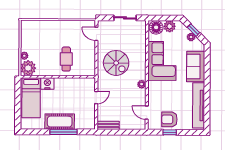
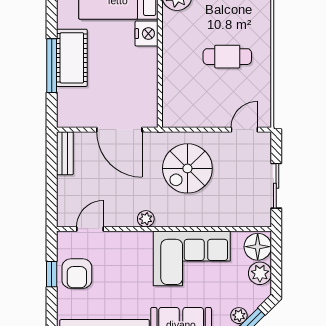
cafe table: (66, 59) -> (227, 57), moved
door: (96, 98) -> (119, 130), width x1.88
armchair: (169, 119) -> (77, 274), turned 180

